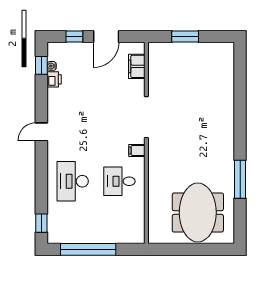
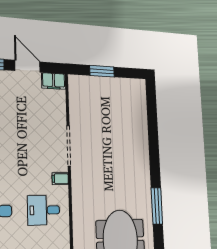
door: (106, 36) -> (28, 66), swing flipped
filing cabinet: (137, 66) -> (54, 81), moved, turned -90

